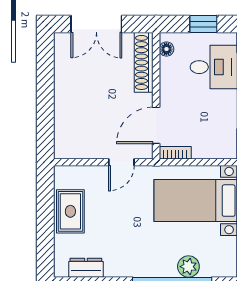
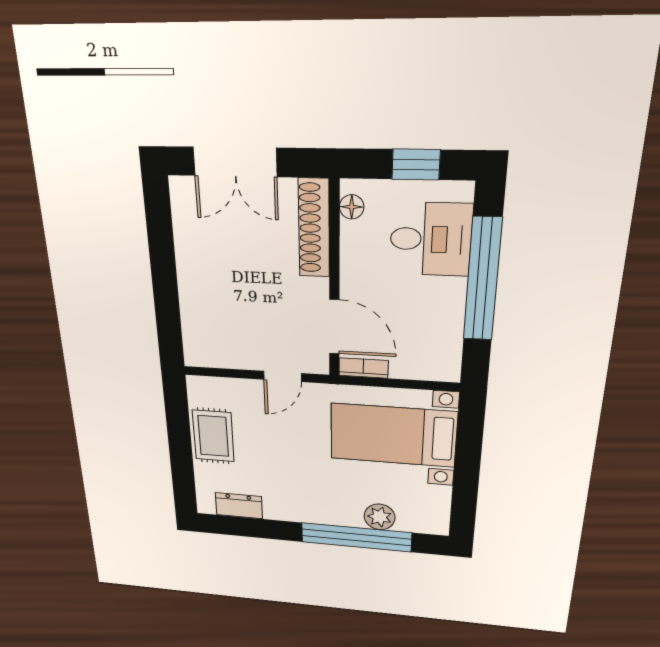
door: (156, 125) -> (334, 327), swing flipped

